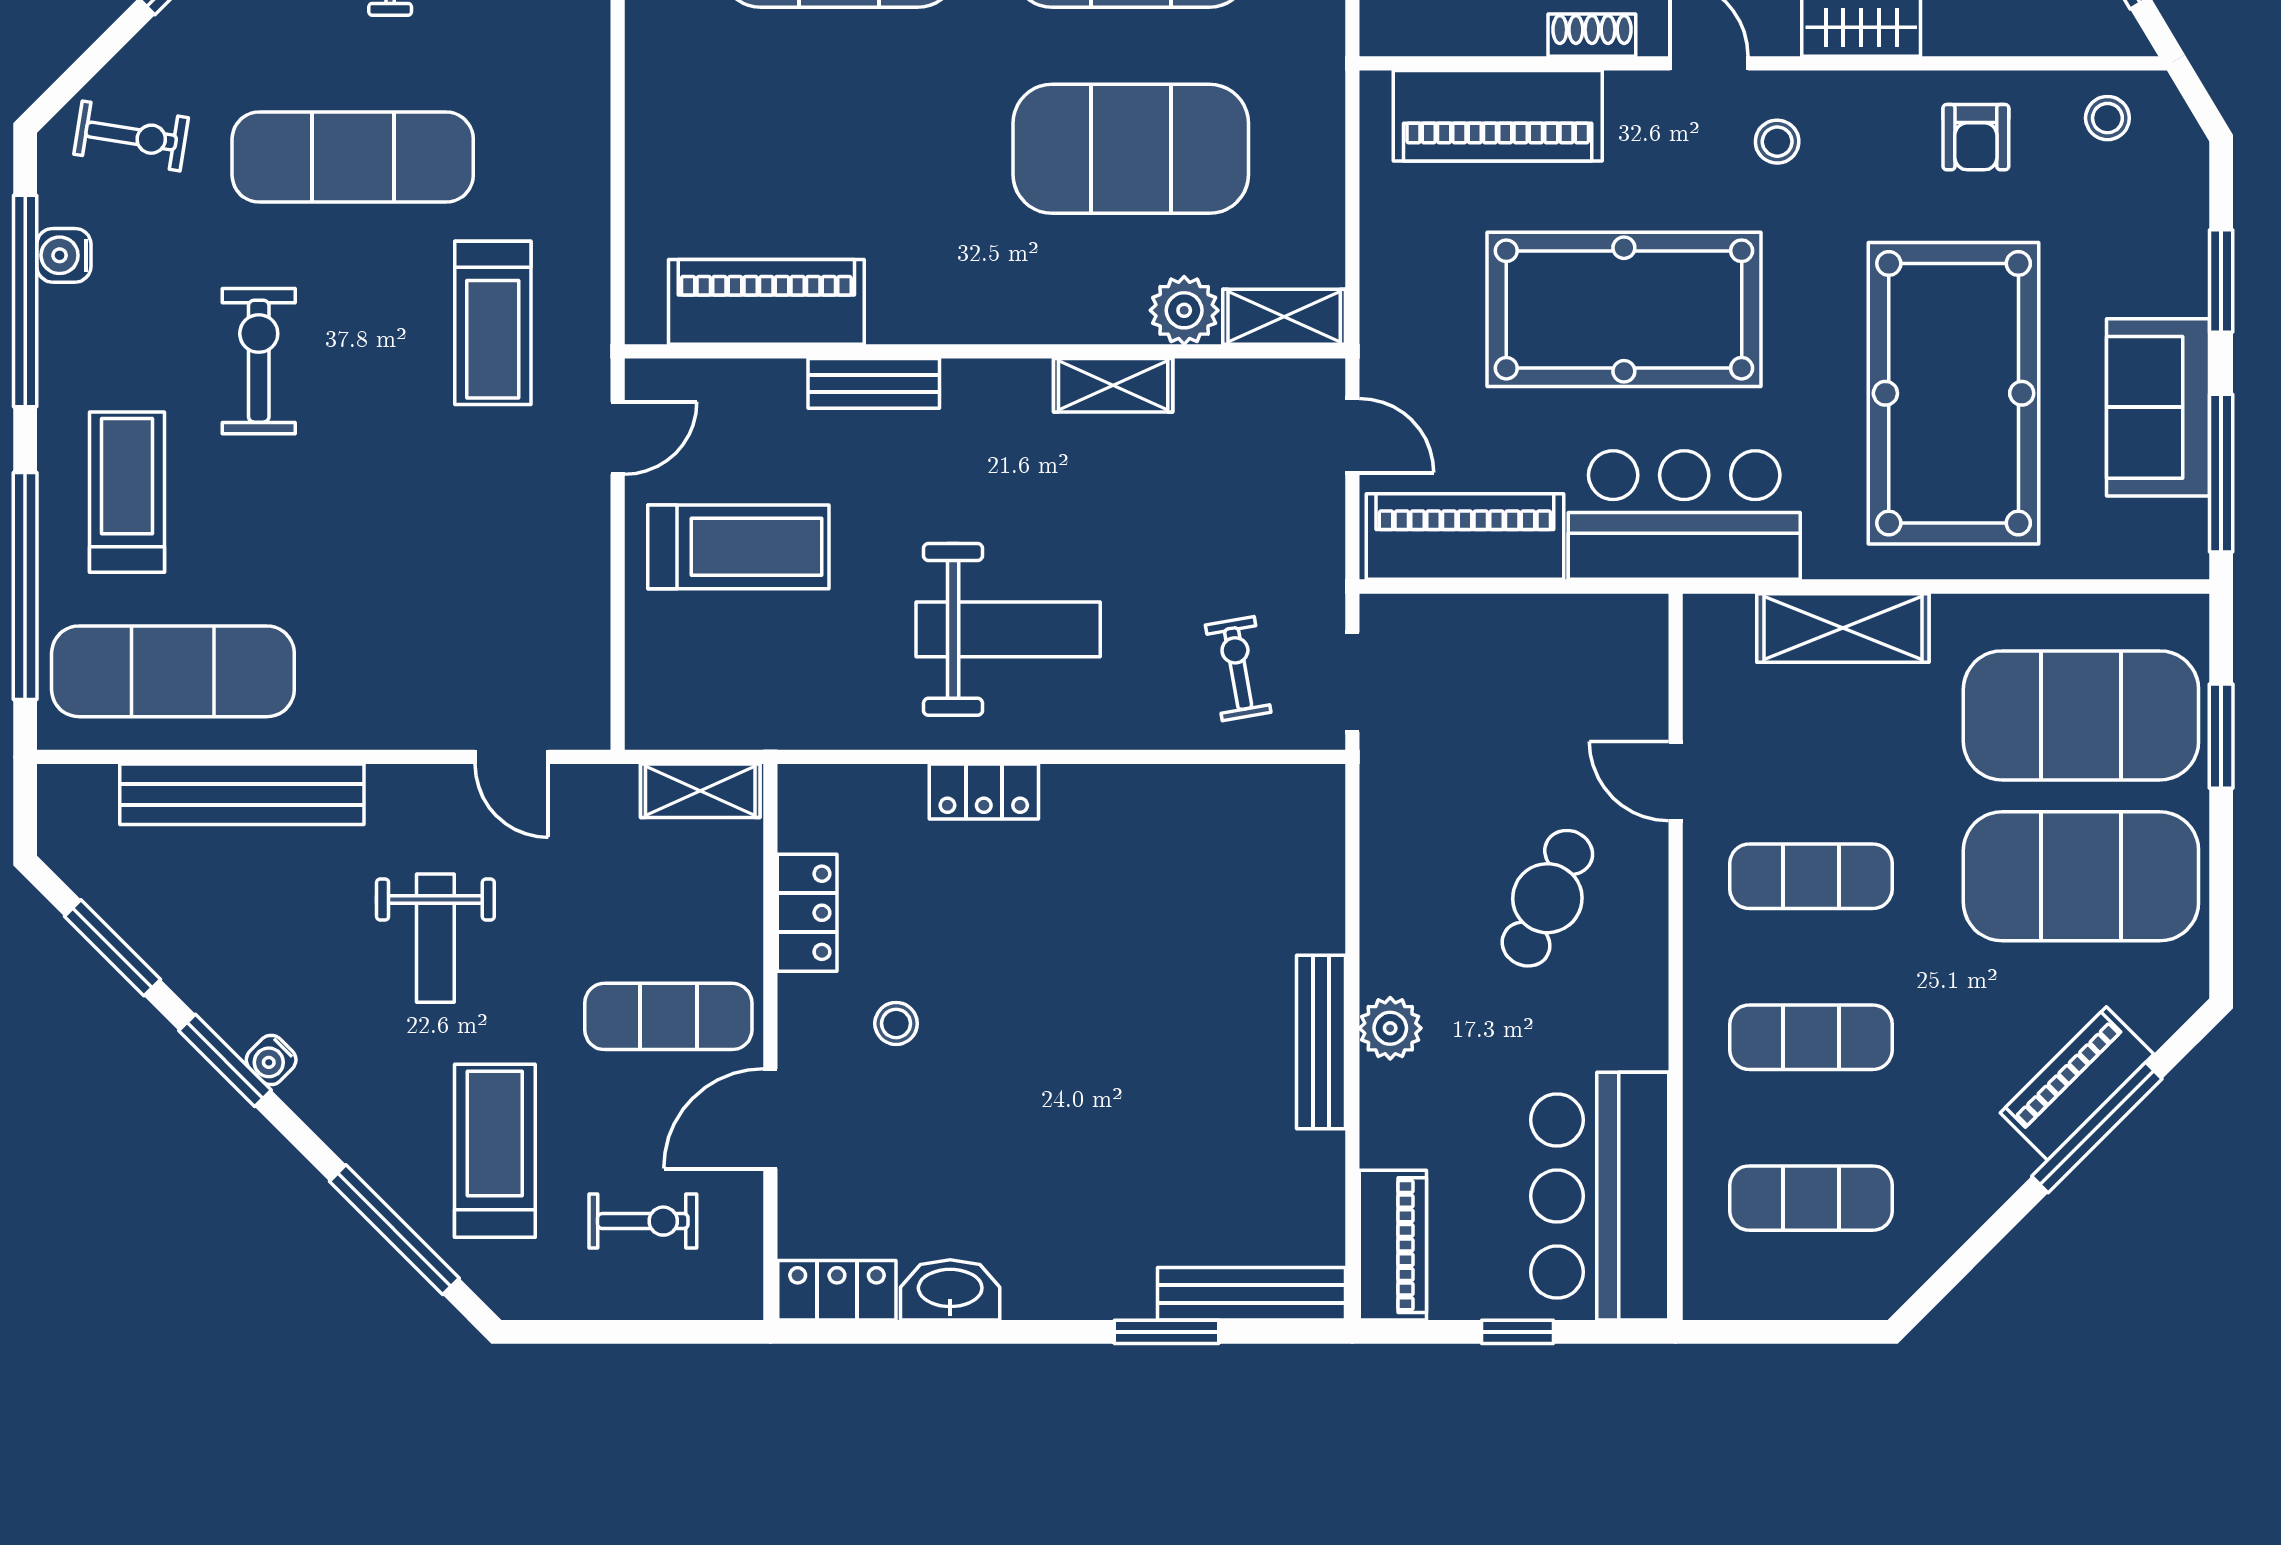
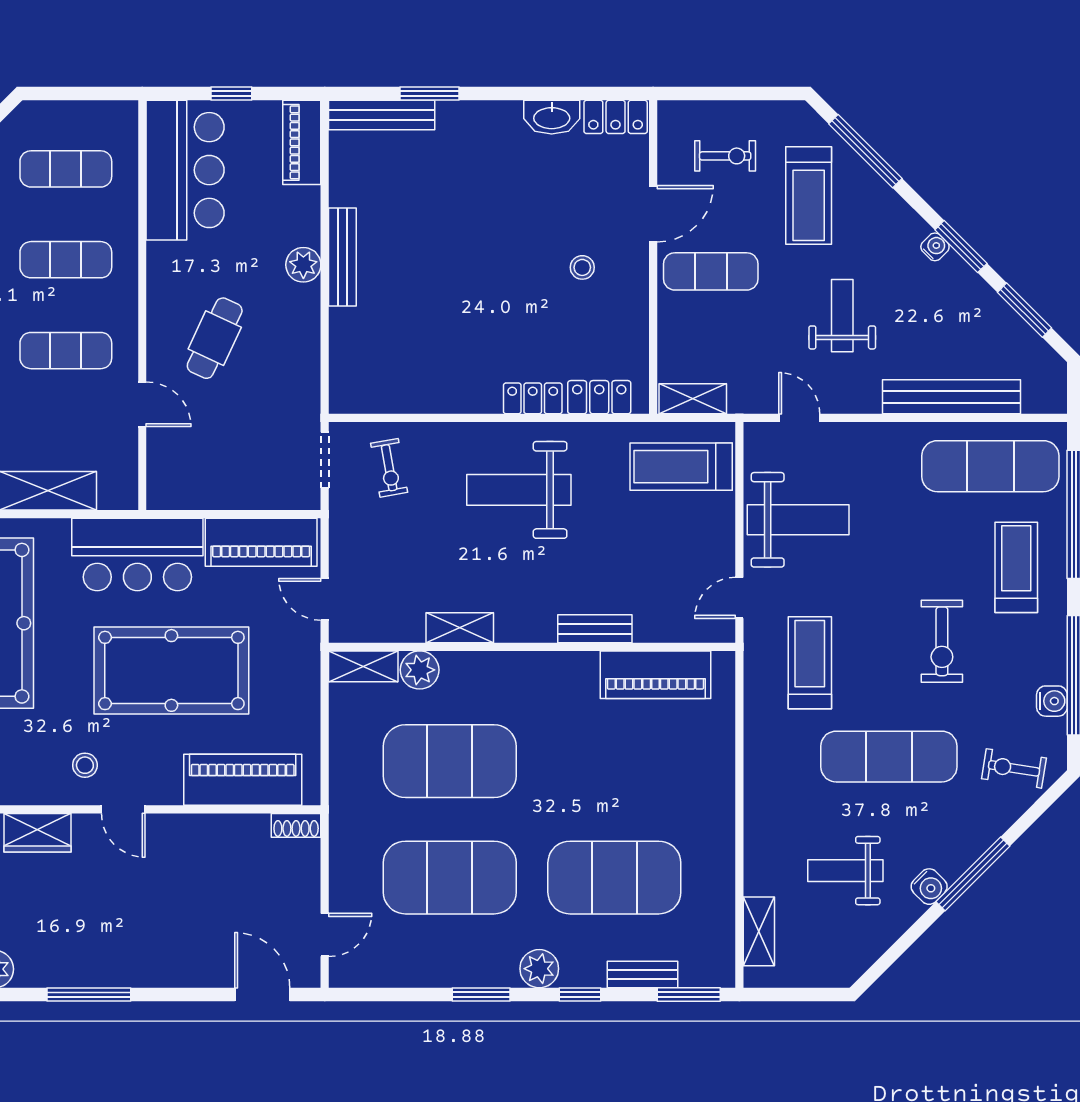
shoe rack: (1592, 35) -> (296, 825), moved
treadmill: (127, 492) -> (1016, 567), turned 180
treadmill: (738, 547) -> (681, 467), moved
weight bench: (514, 576) -> (798, 520), added
locker: (807, 913) -> (599, 397), moved, turned 90
exercise bike: (643, 1221) -> (725, 156), turned 180

